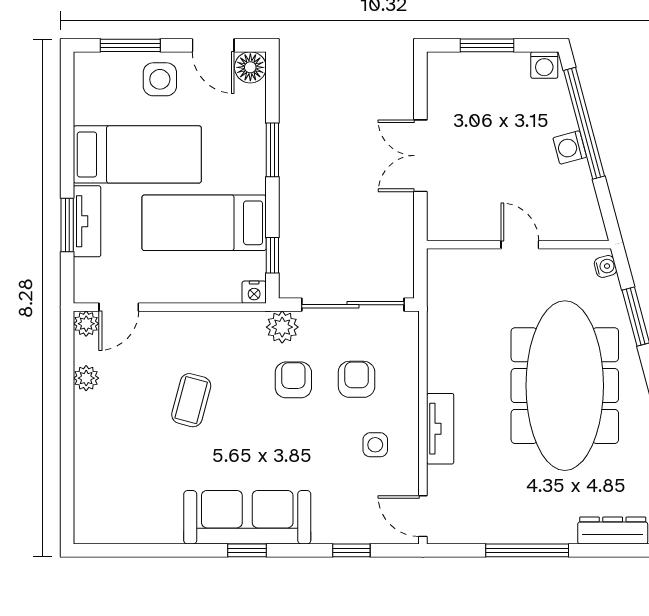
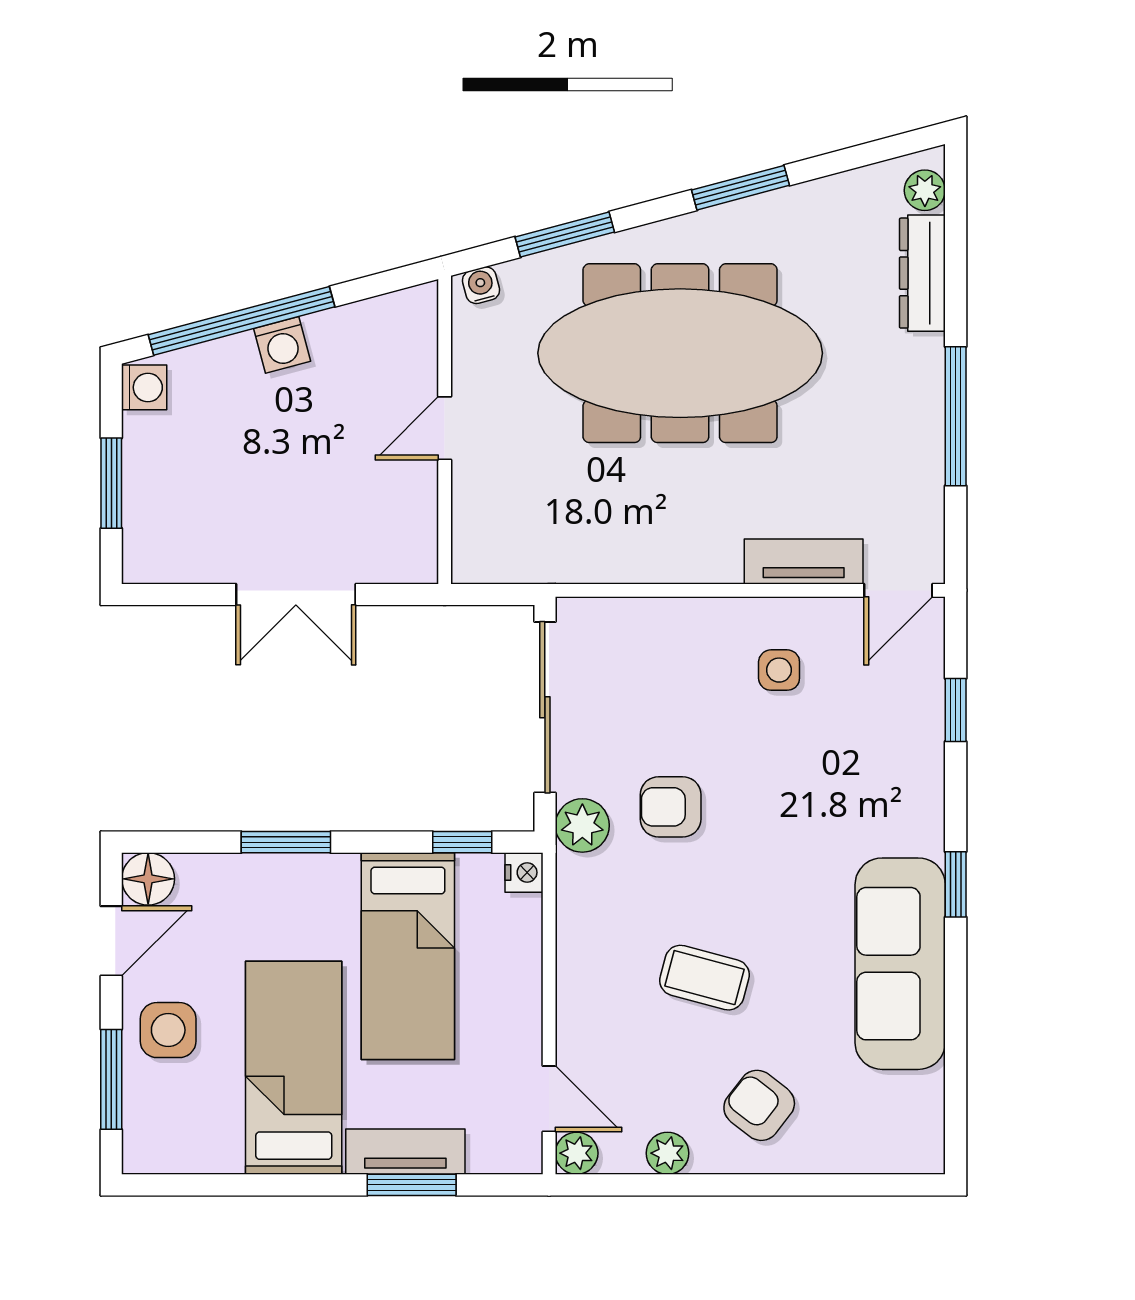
armchair: (357, 379) -> (759, 1105), moved, turned 38
tv unit: (440, 429) -> (804, 561), moved
sofa: (247, 517) -> (900, 964), moved

